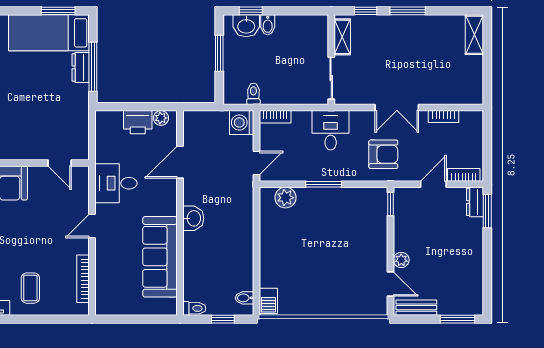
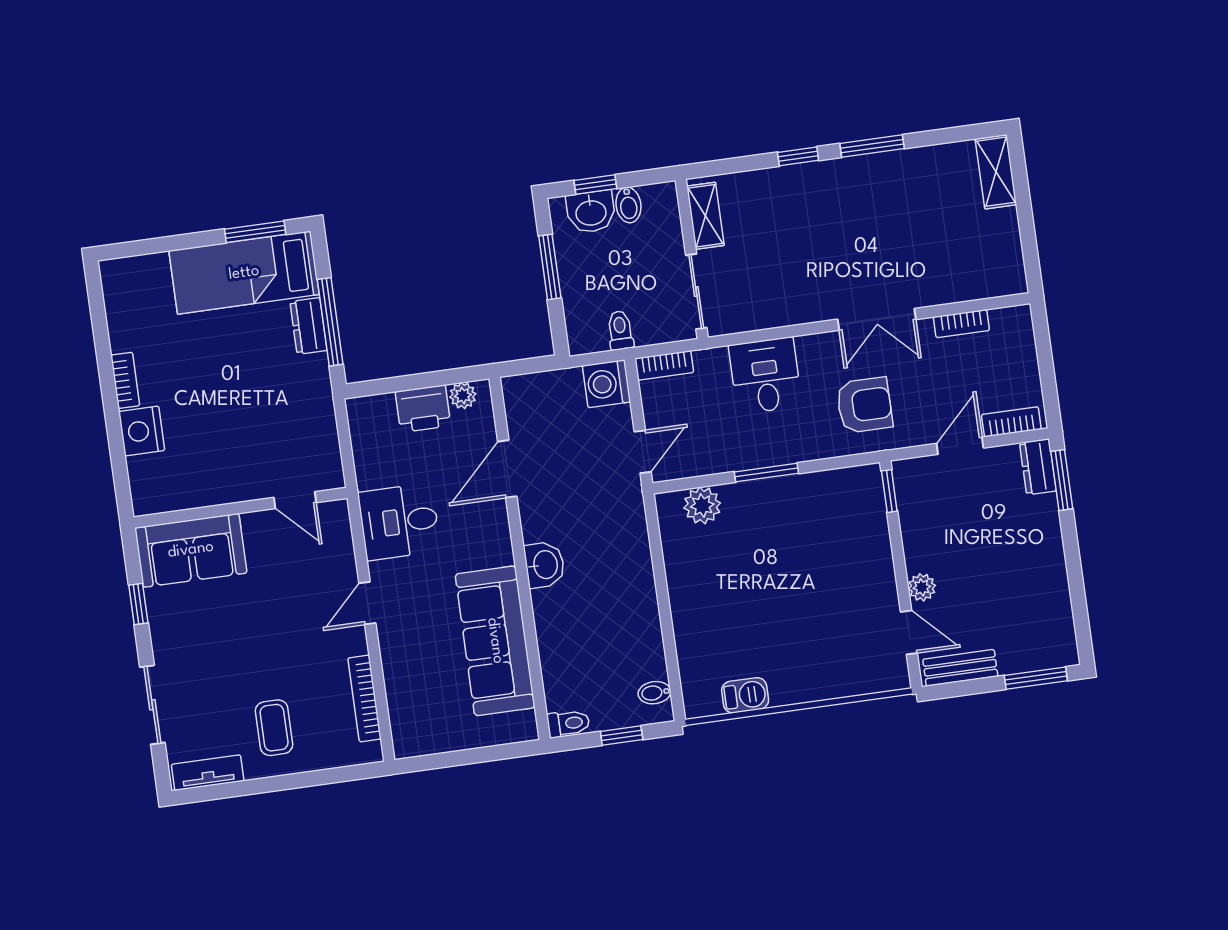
shelving: (342, 37) -> (705, 216), moved
wall: (331, 60) -> (692, 259), moved
sliding door: (331, 78) -> (696, 291), moved
barbecue: (268, 301) -> (745, 695), moved, turned -90

